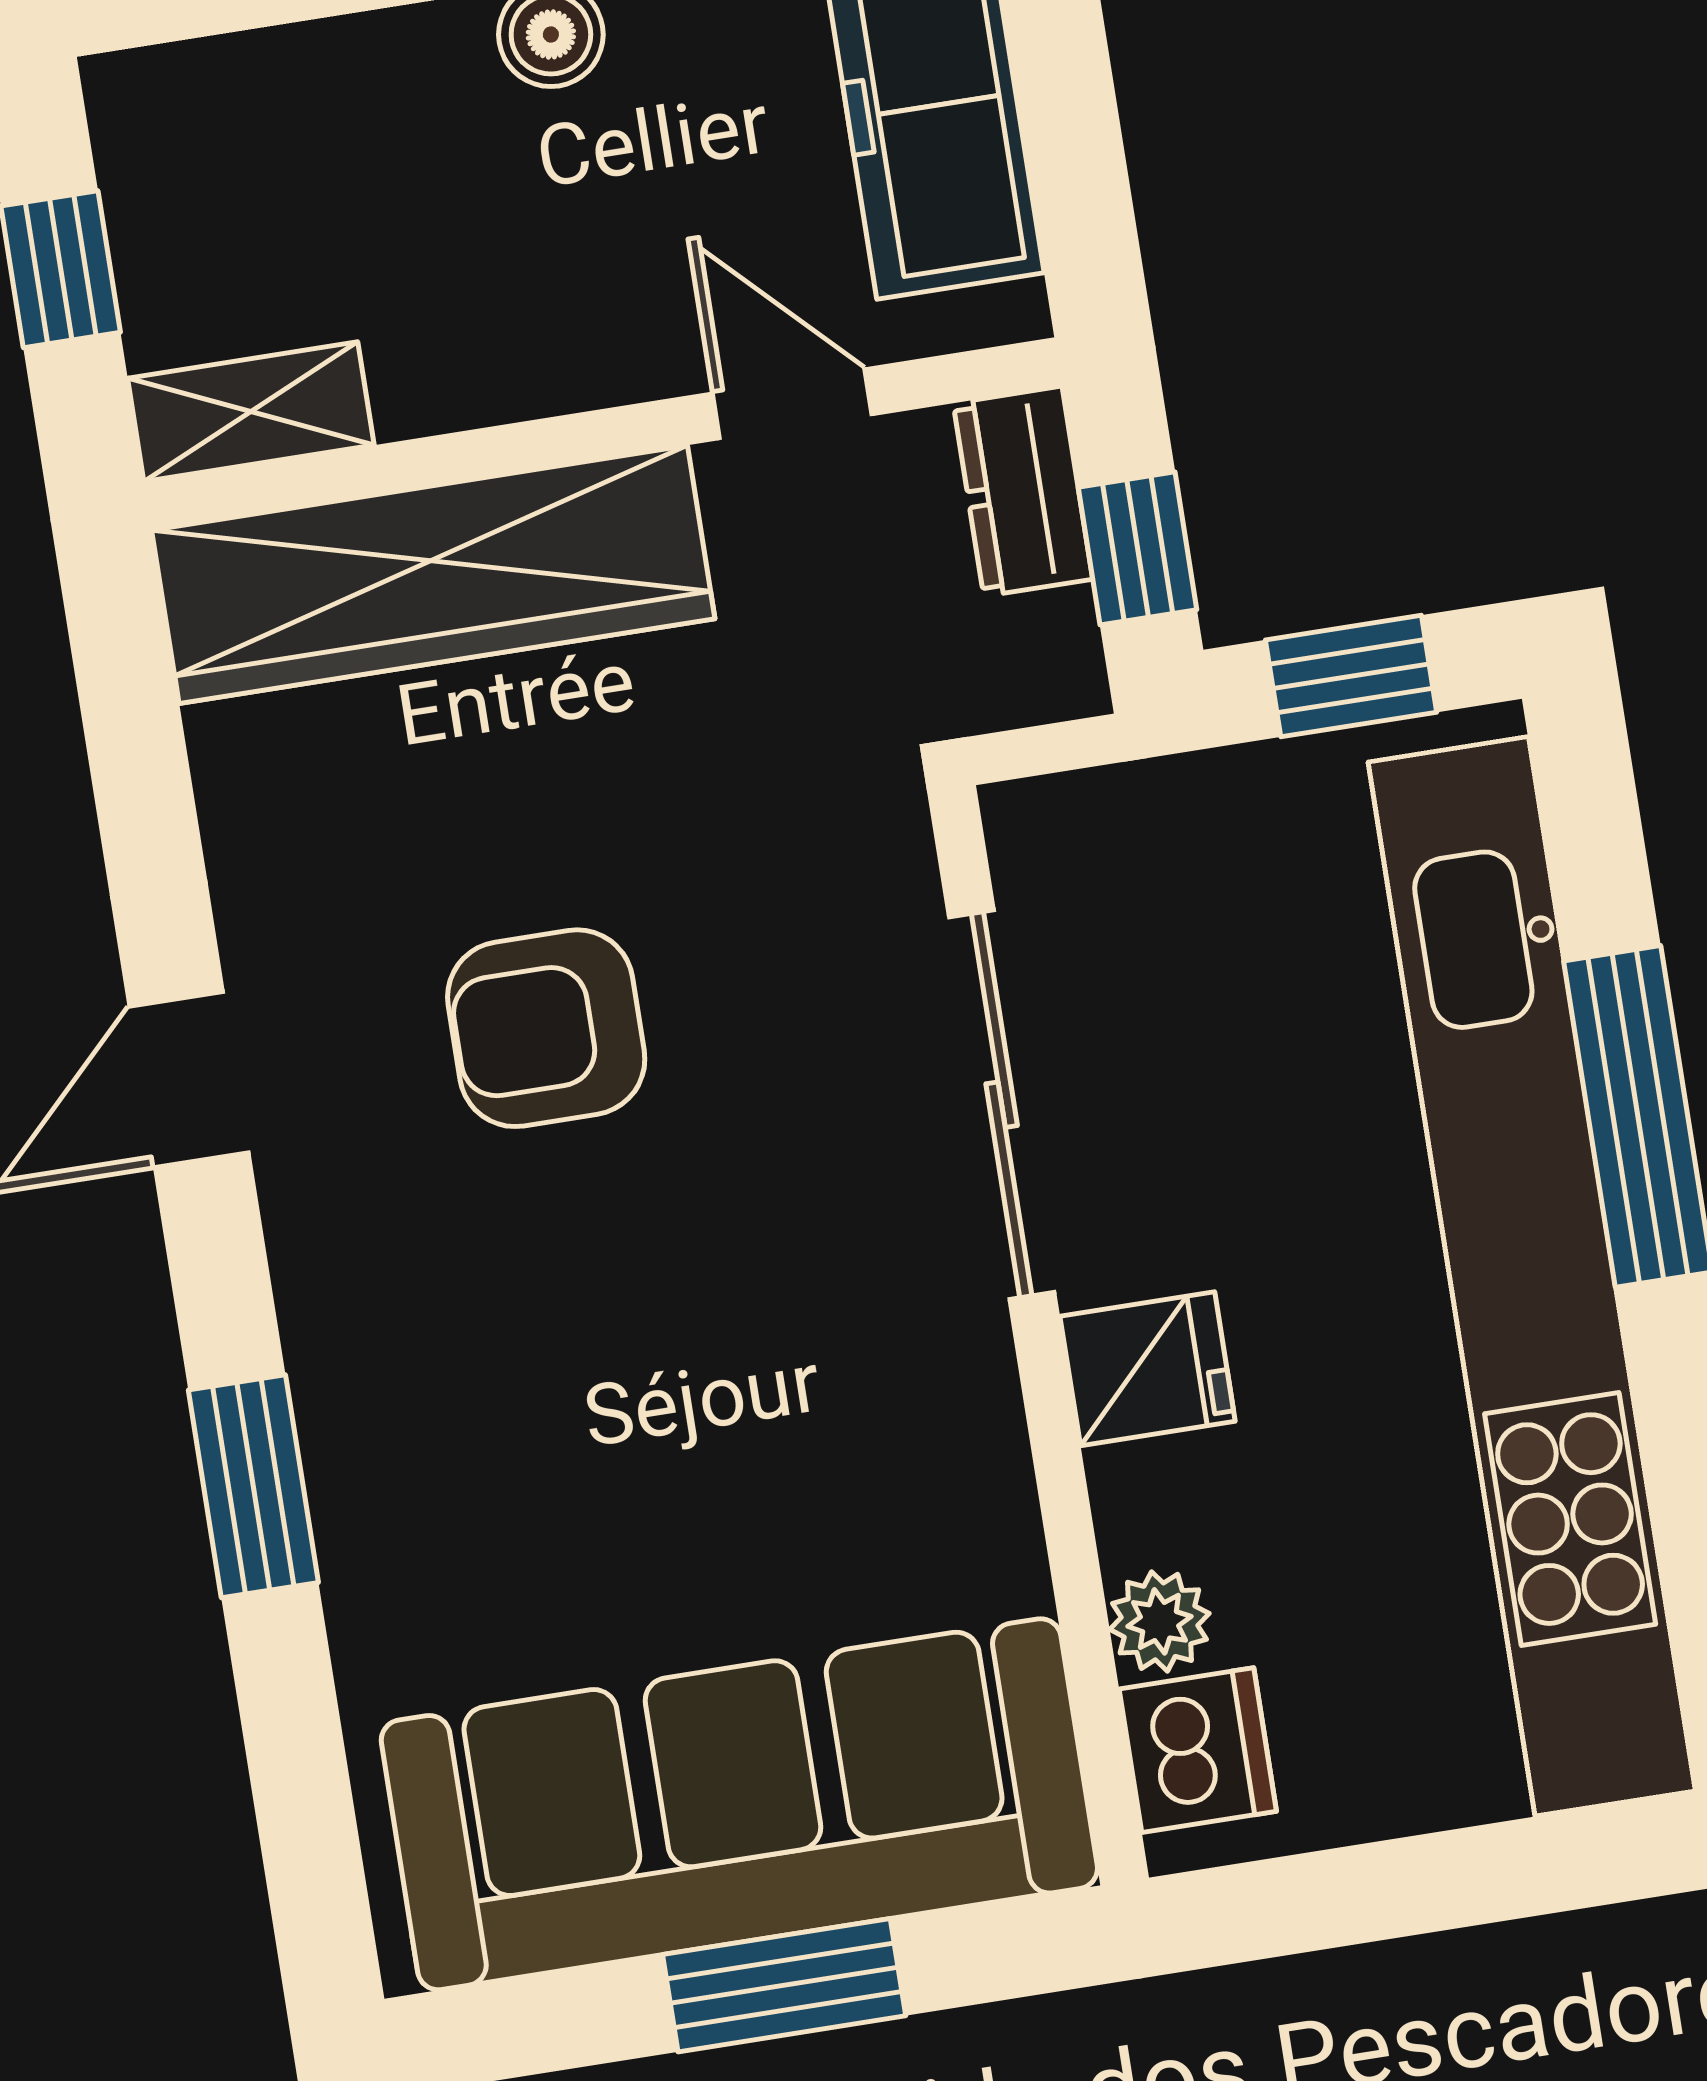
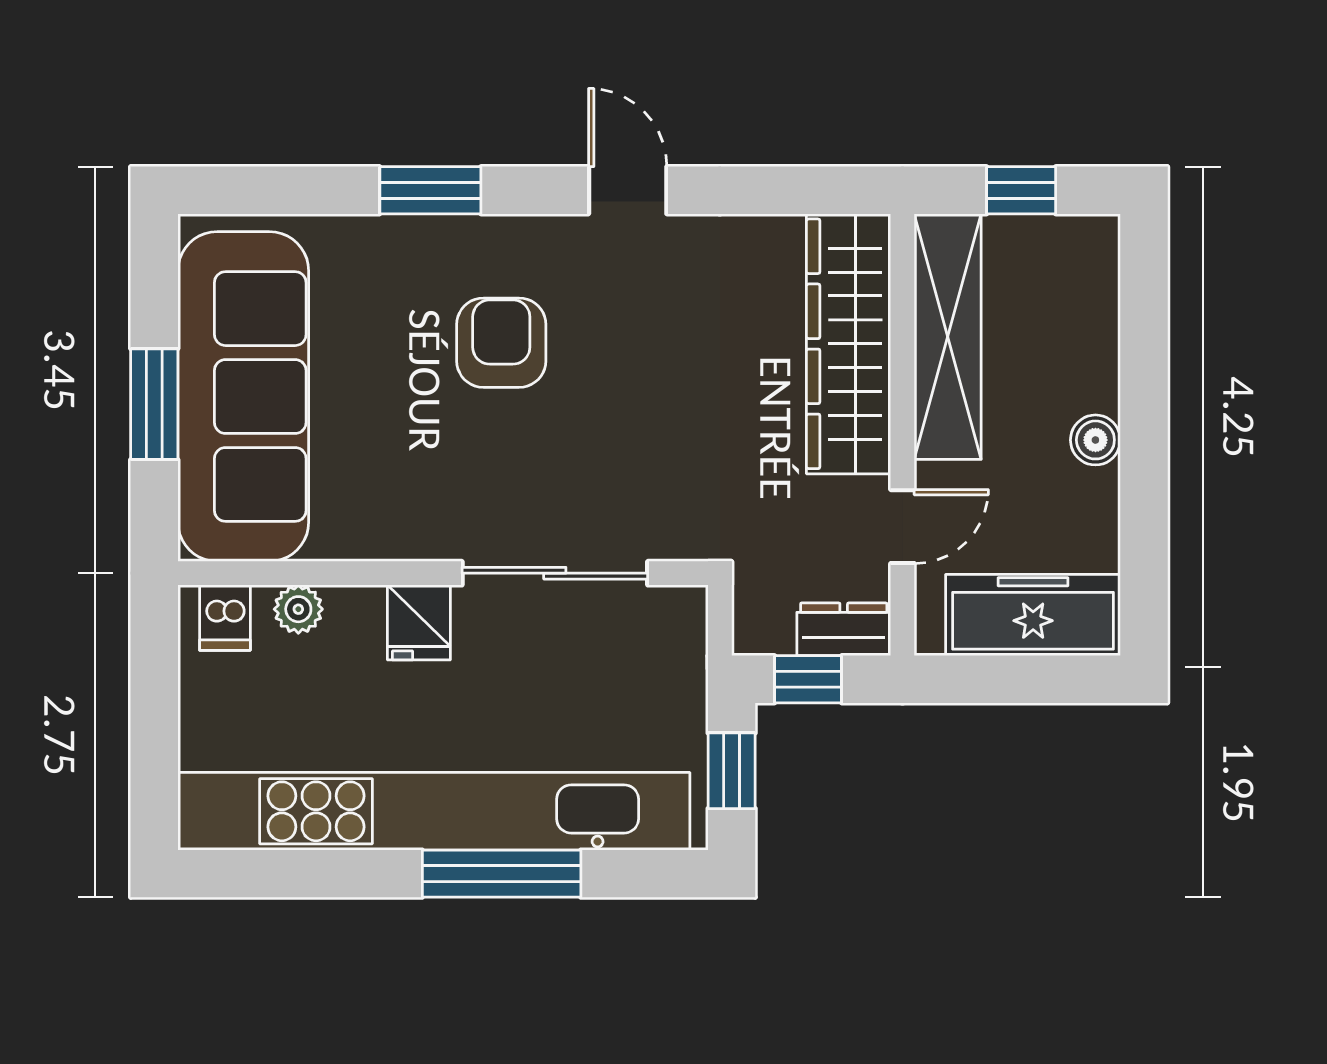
shelving: (251, 412) -> (948, 337), width x2.20, depth x1.33
armchair: (546, 1028) -> (501, 343), moved
dishwasher: (1198, 1750) -> (225, 618), width x0.73

